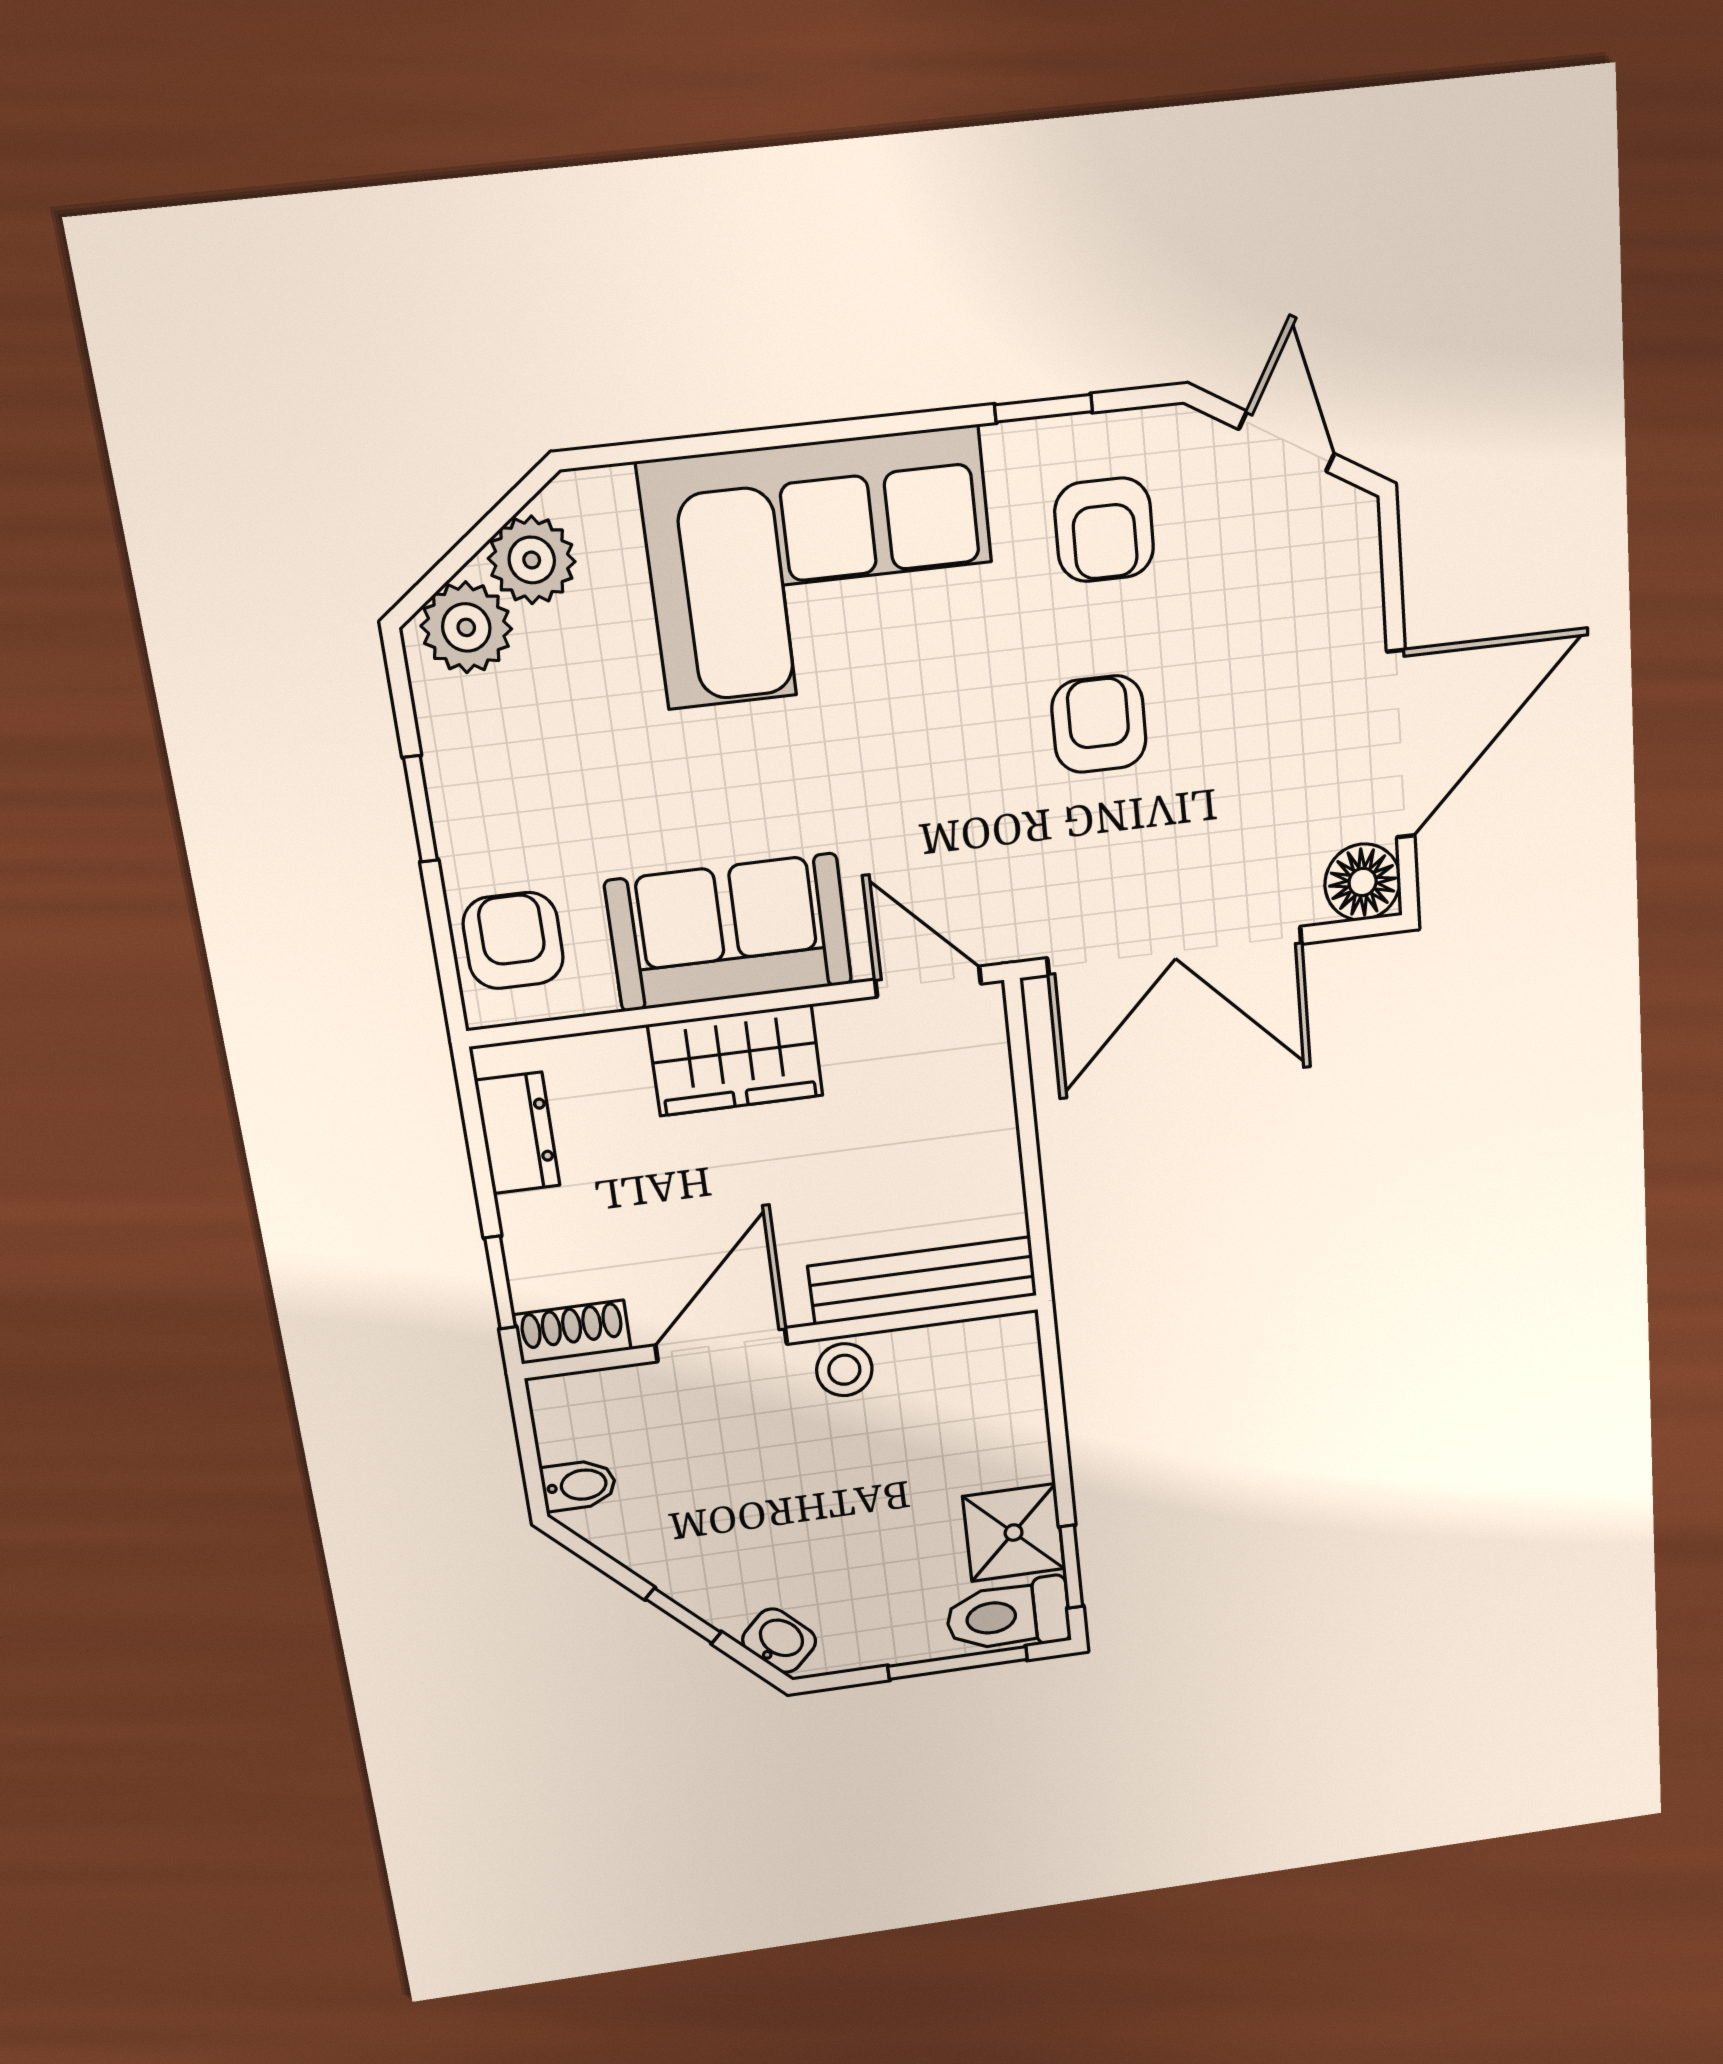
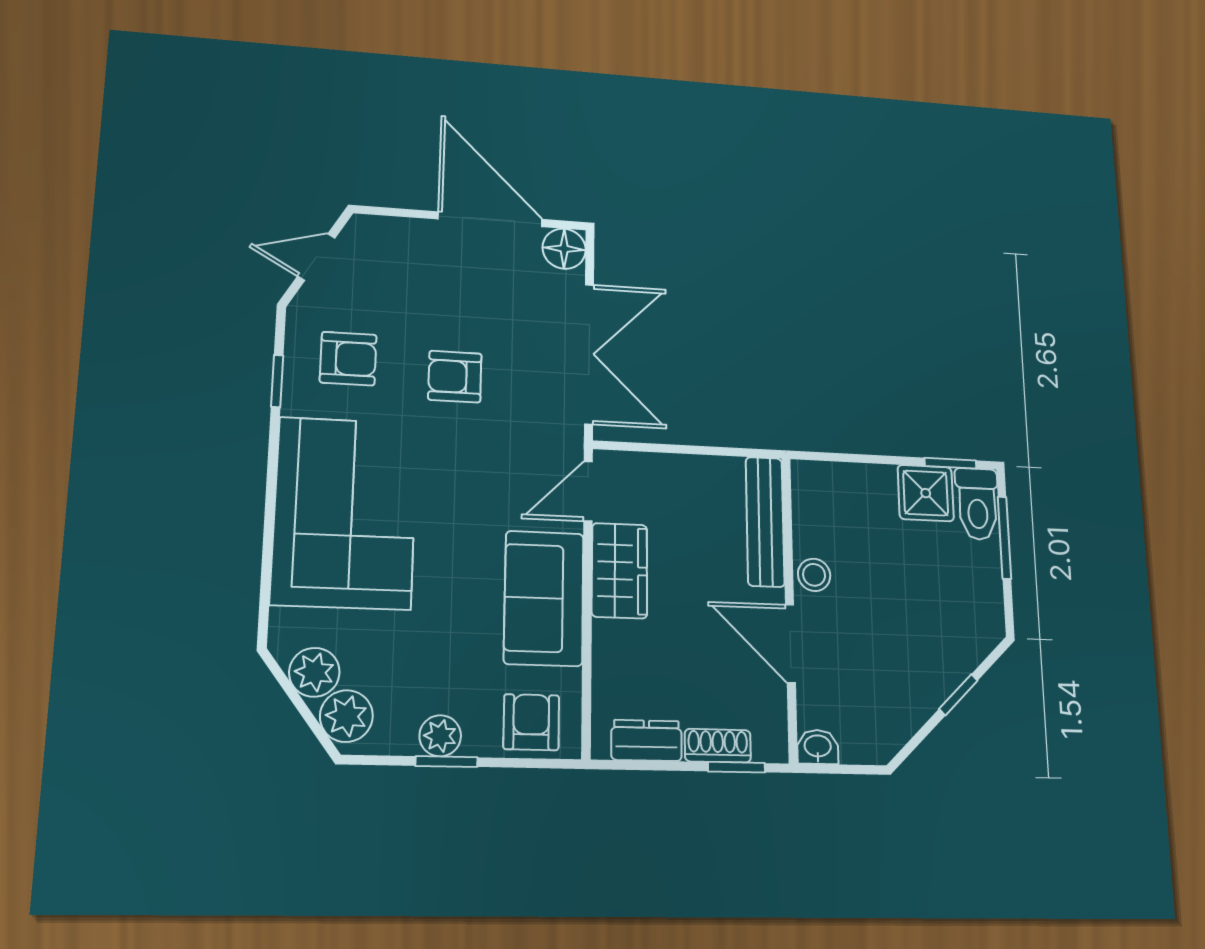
plant: (462, 792) -> (440, 736), added
armchair: (513, 941) -> (531, 722), turned 90
wardrobe: (735, 1060) -> (619, 571), moved
shoe rack: (573, 1332) -> (718, 746), moved, turned 90
bidet: (579, 1485) -> (869, 743), removed
washbasin: (779, 1641) -> (818, 747), moved, turned 45

